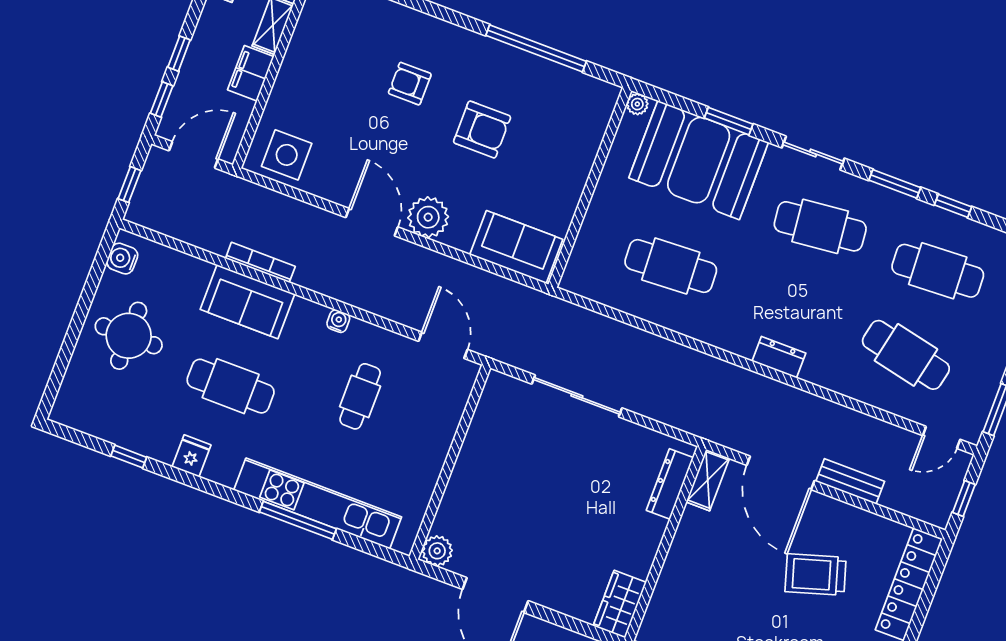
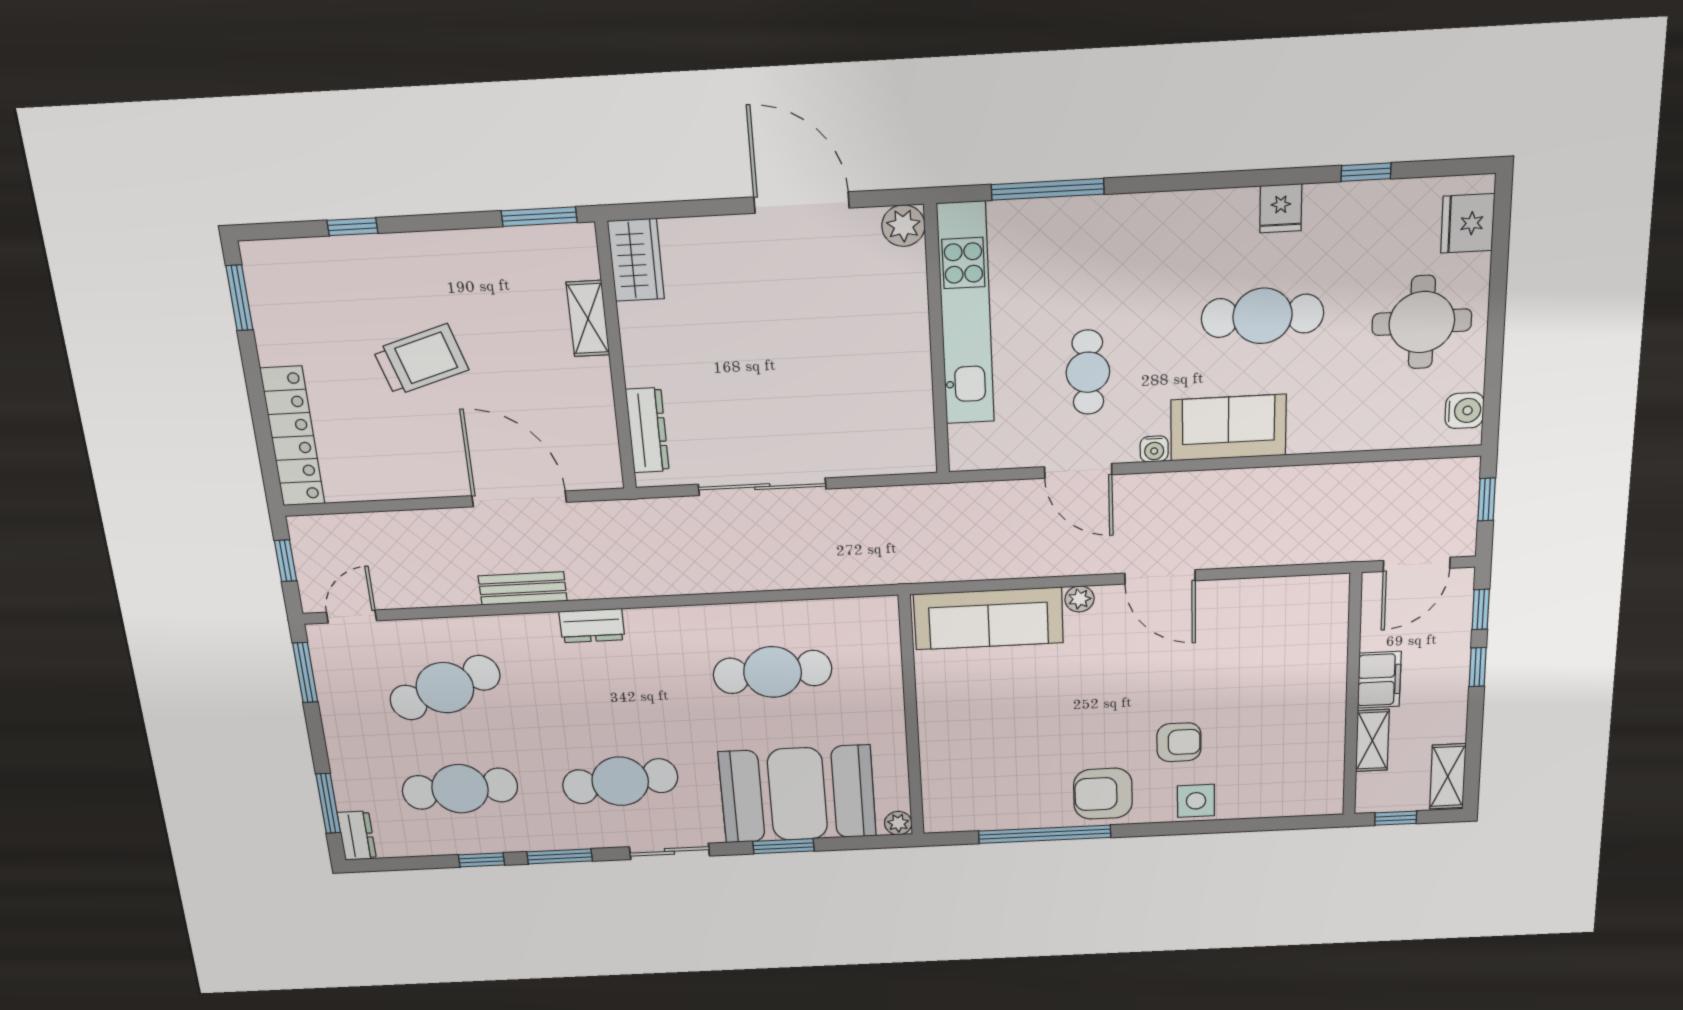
armchair: (482, 129) -> (1103, 794), moved
side table: (287, 155) -> (1196, 801), moved, width x0.73, depth x0.73
plant: (428, 217) -> (1080, 599), width x0.53, depth x0.53
sofa: (516, 247) -> (988, 618), width x1.36
bookcase: (260, 262) -> (1283, 477), removed
sofa: (247, 302) -> (1228, 428), moved
door: (443, 345) -> (1078, 471), moved
cafe table: (906, 355) -> (445, 688), turned -33
fridge: (76, 393) -> (1468, 223), added
sliding door: (577, 396) -> (762, 487), moved
shelving: (708, 480) -> (588, 319), moved
bench: (850, 481) -> (523, 588), moved
kitchen unit: (318, 504) -> (966, 314), moved, turned -90
window: (298, 520) -> (1048, 189), moved
trolley: (816, 575) -> (421, 360), moved

